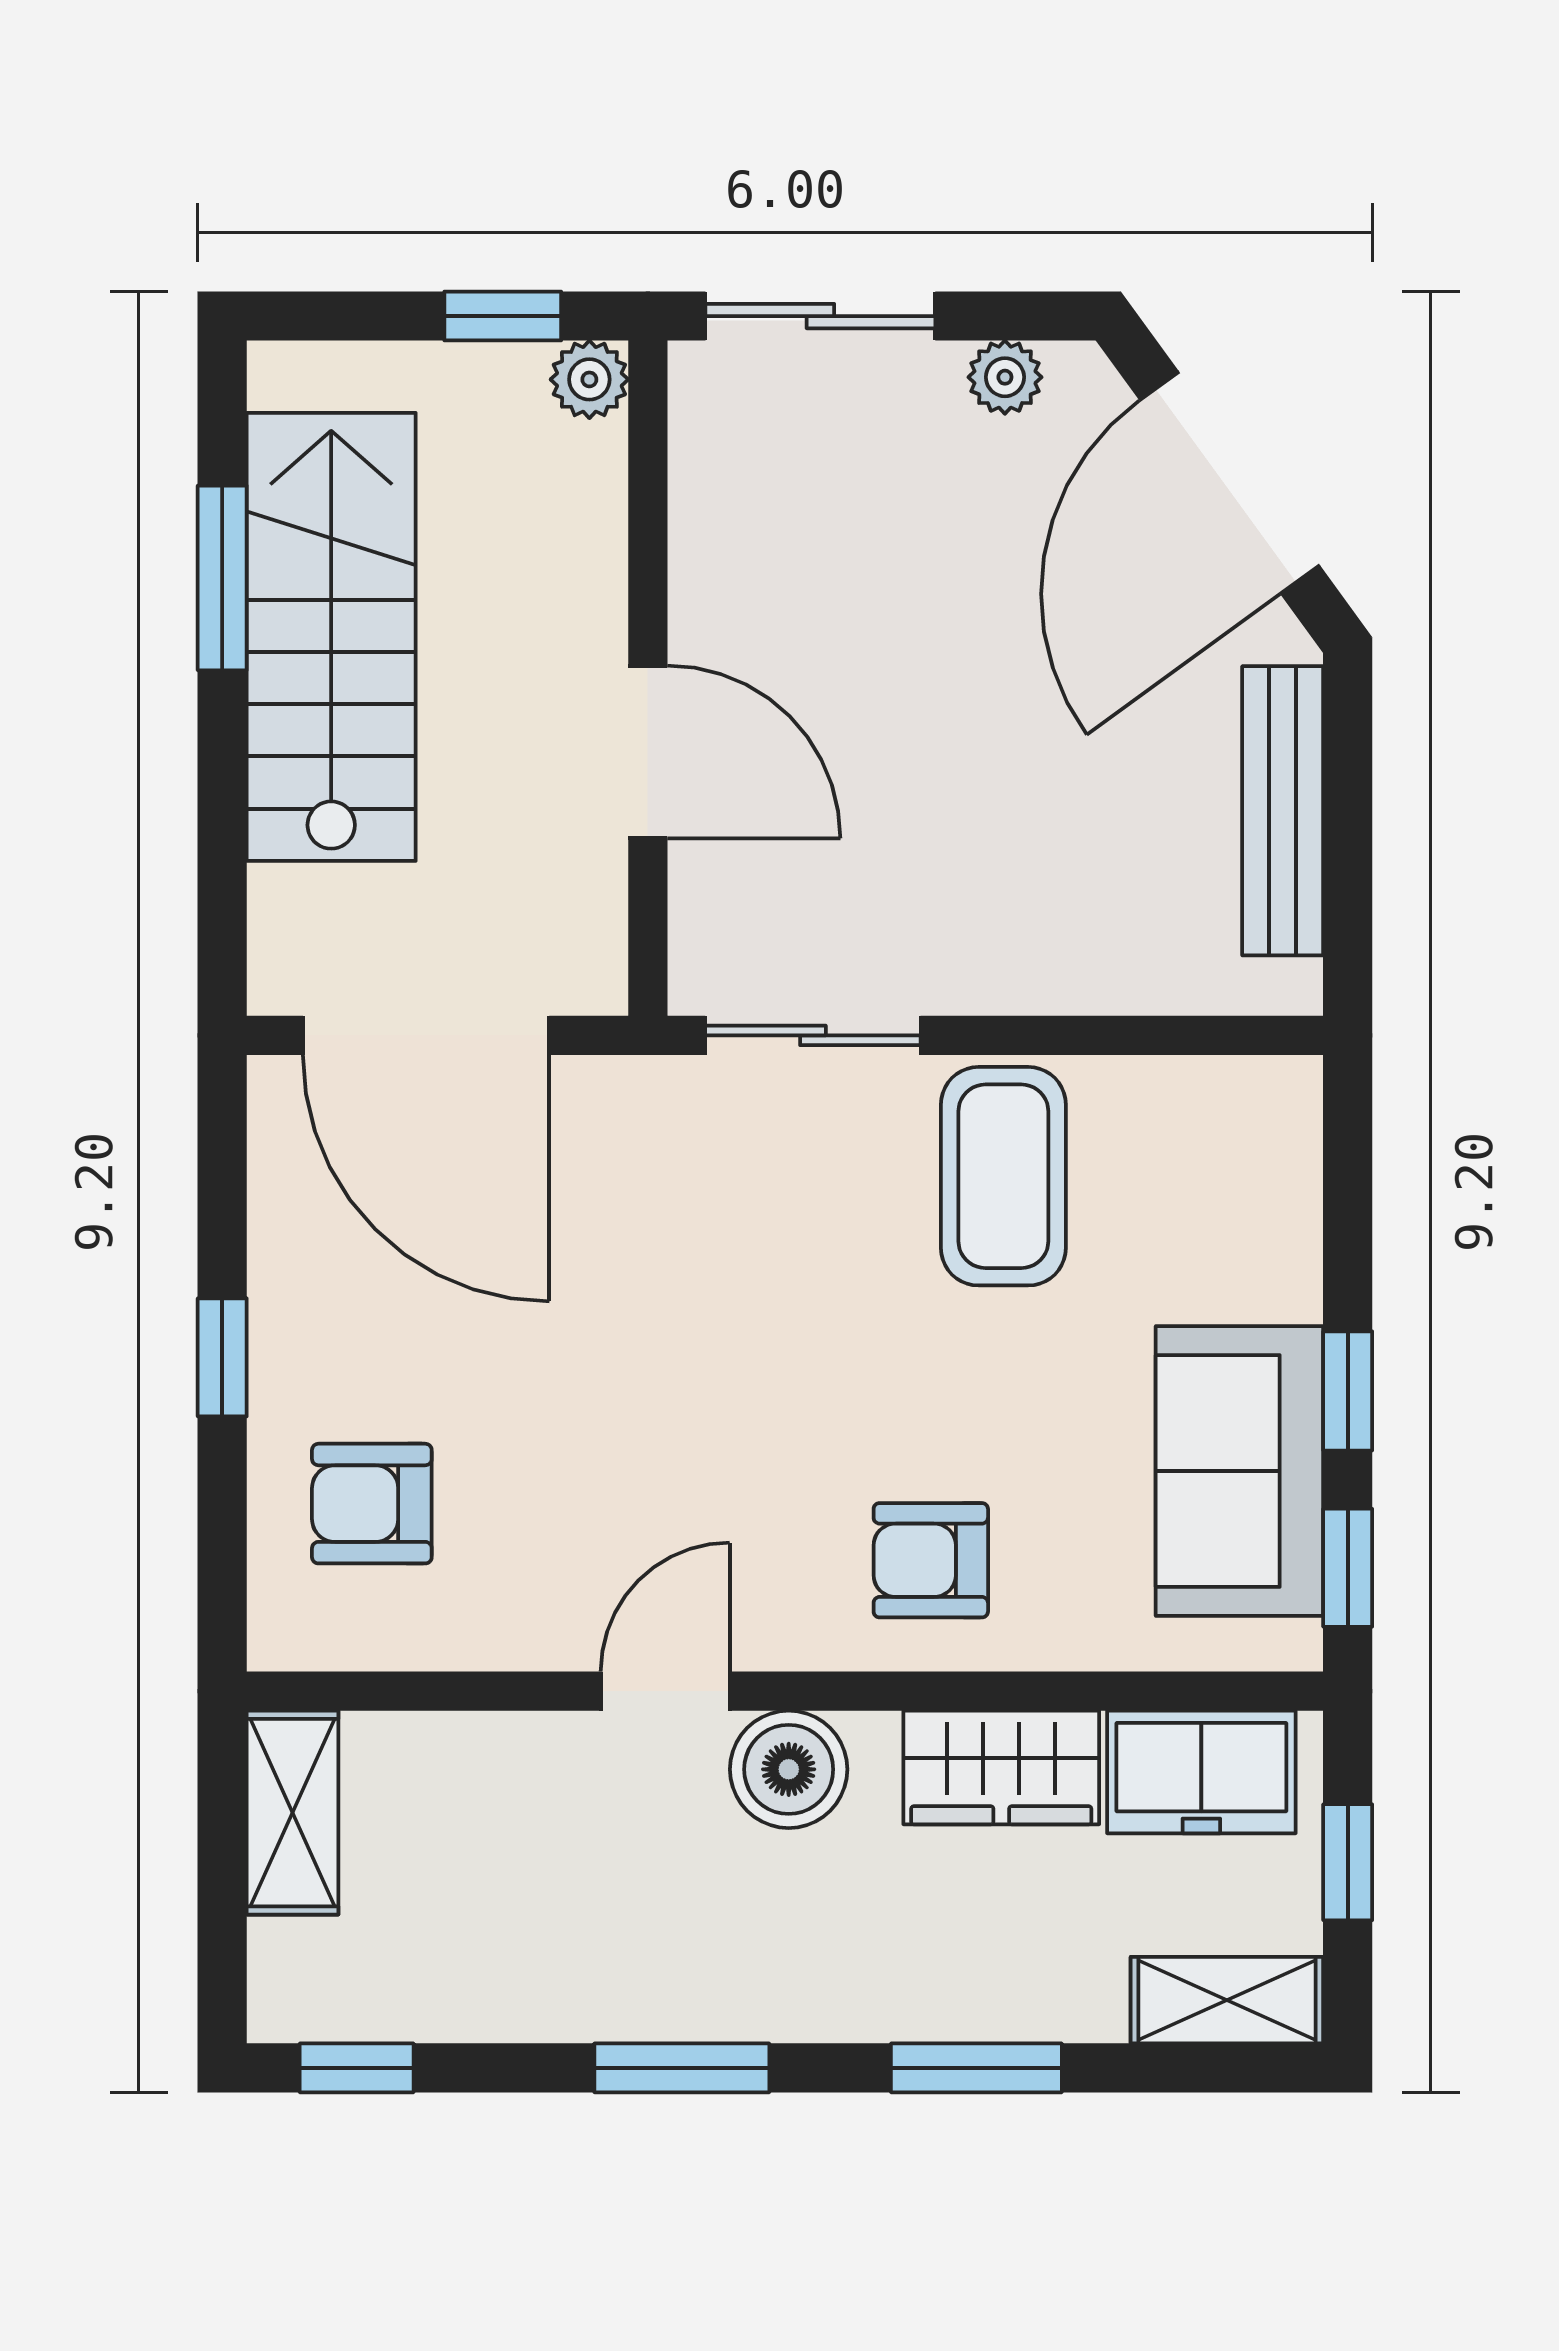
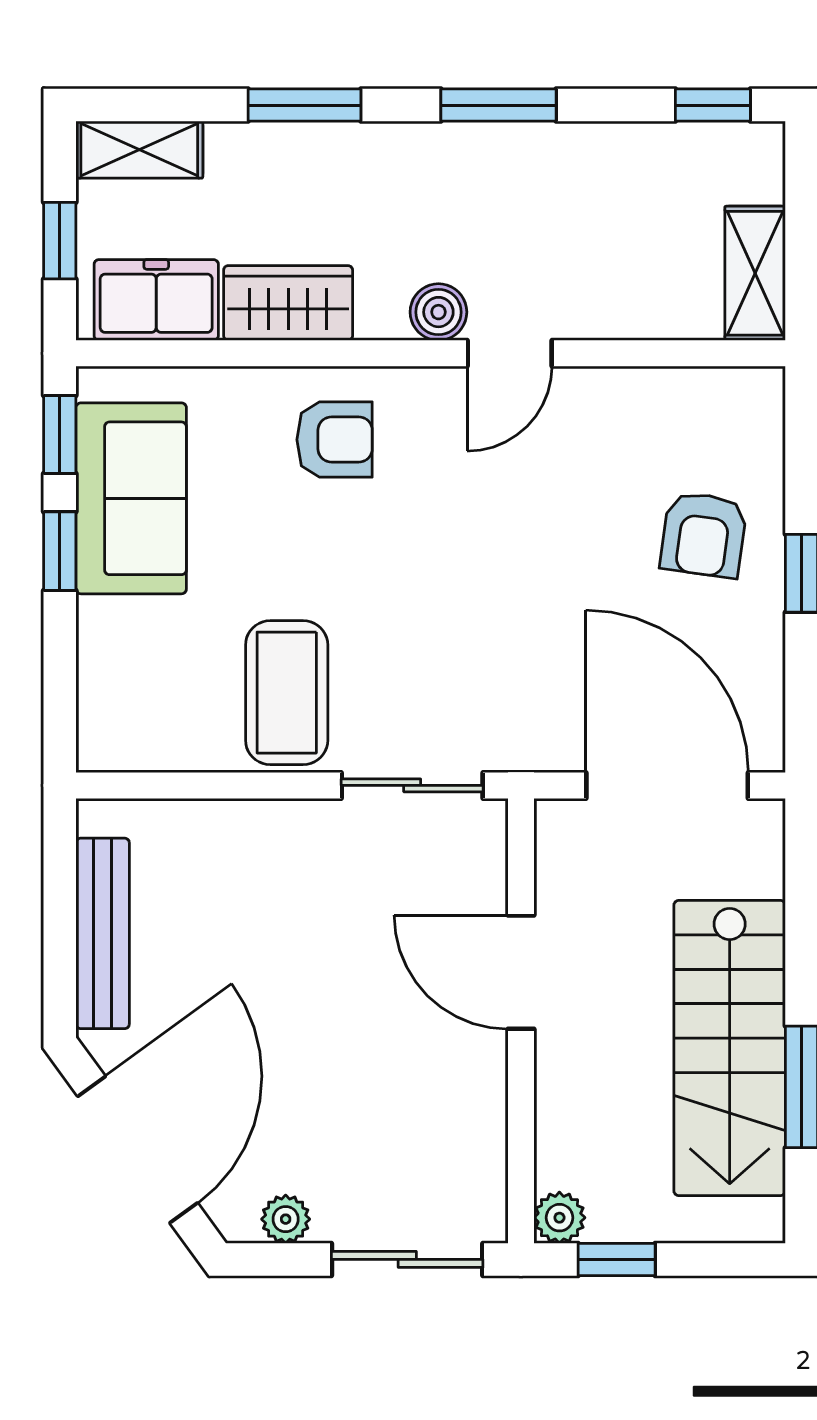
armchair: (372, 1504) -> (704, 535), moved, turned 98
boiler: (789, 1769) -> (438, 312), width x0.73, depth x0.73

